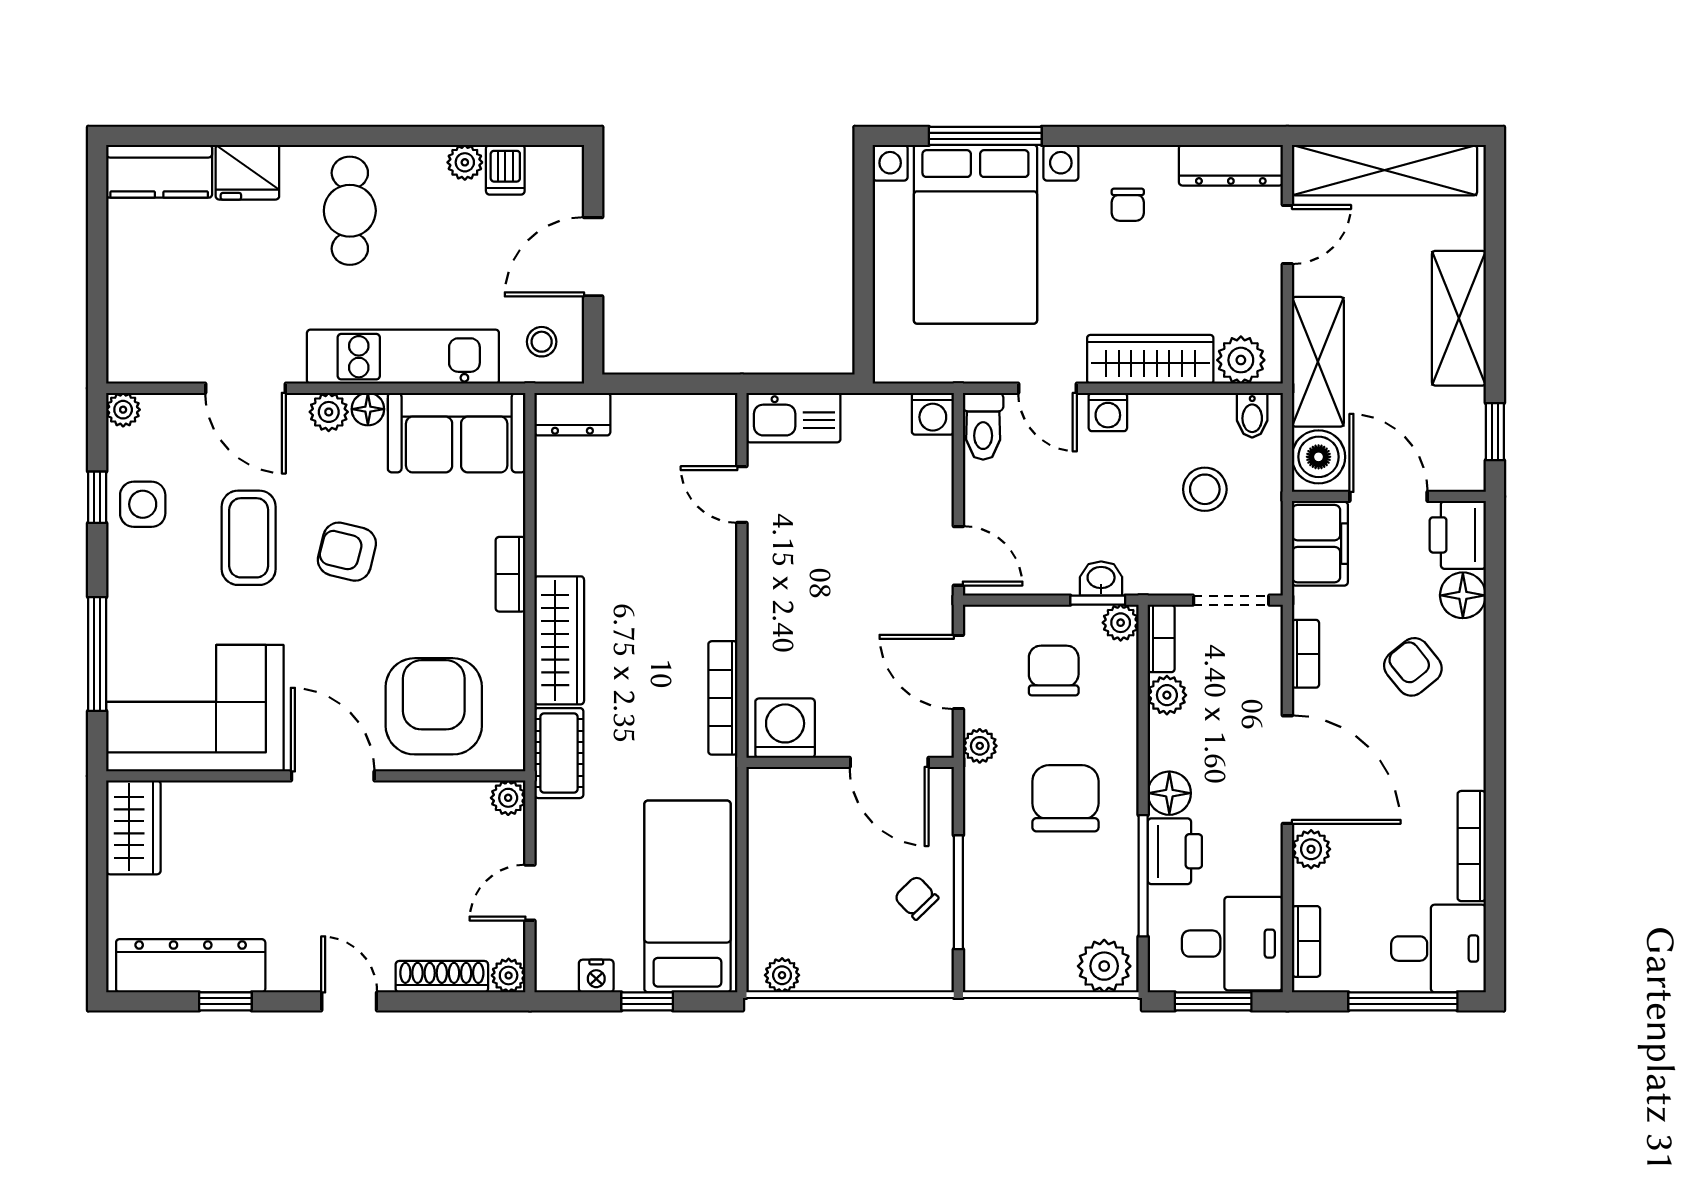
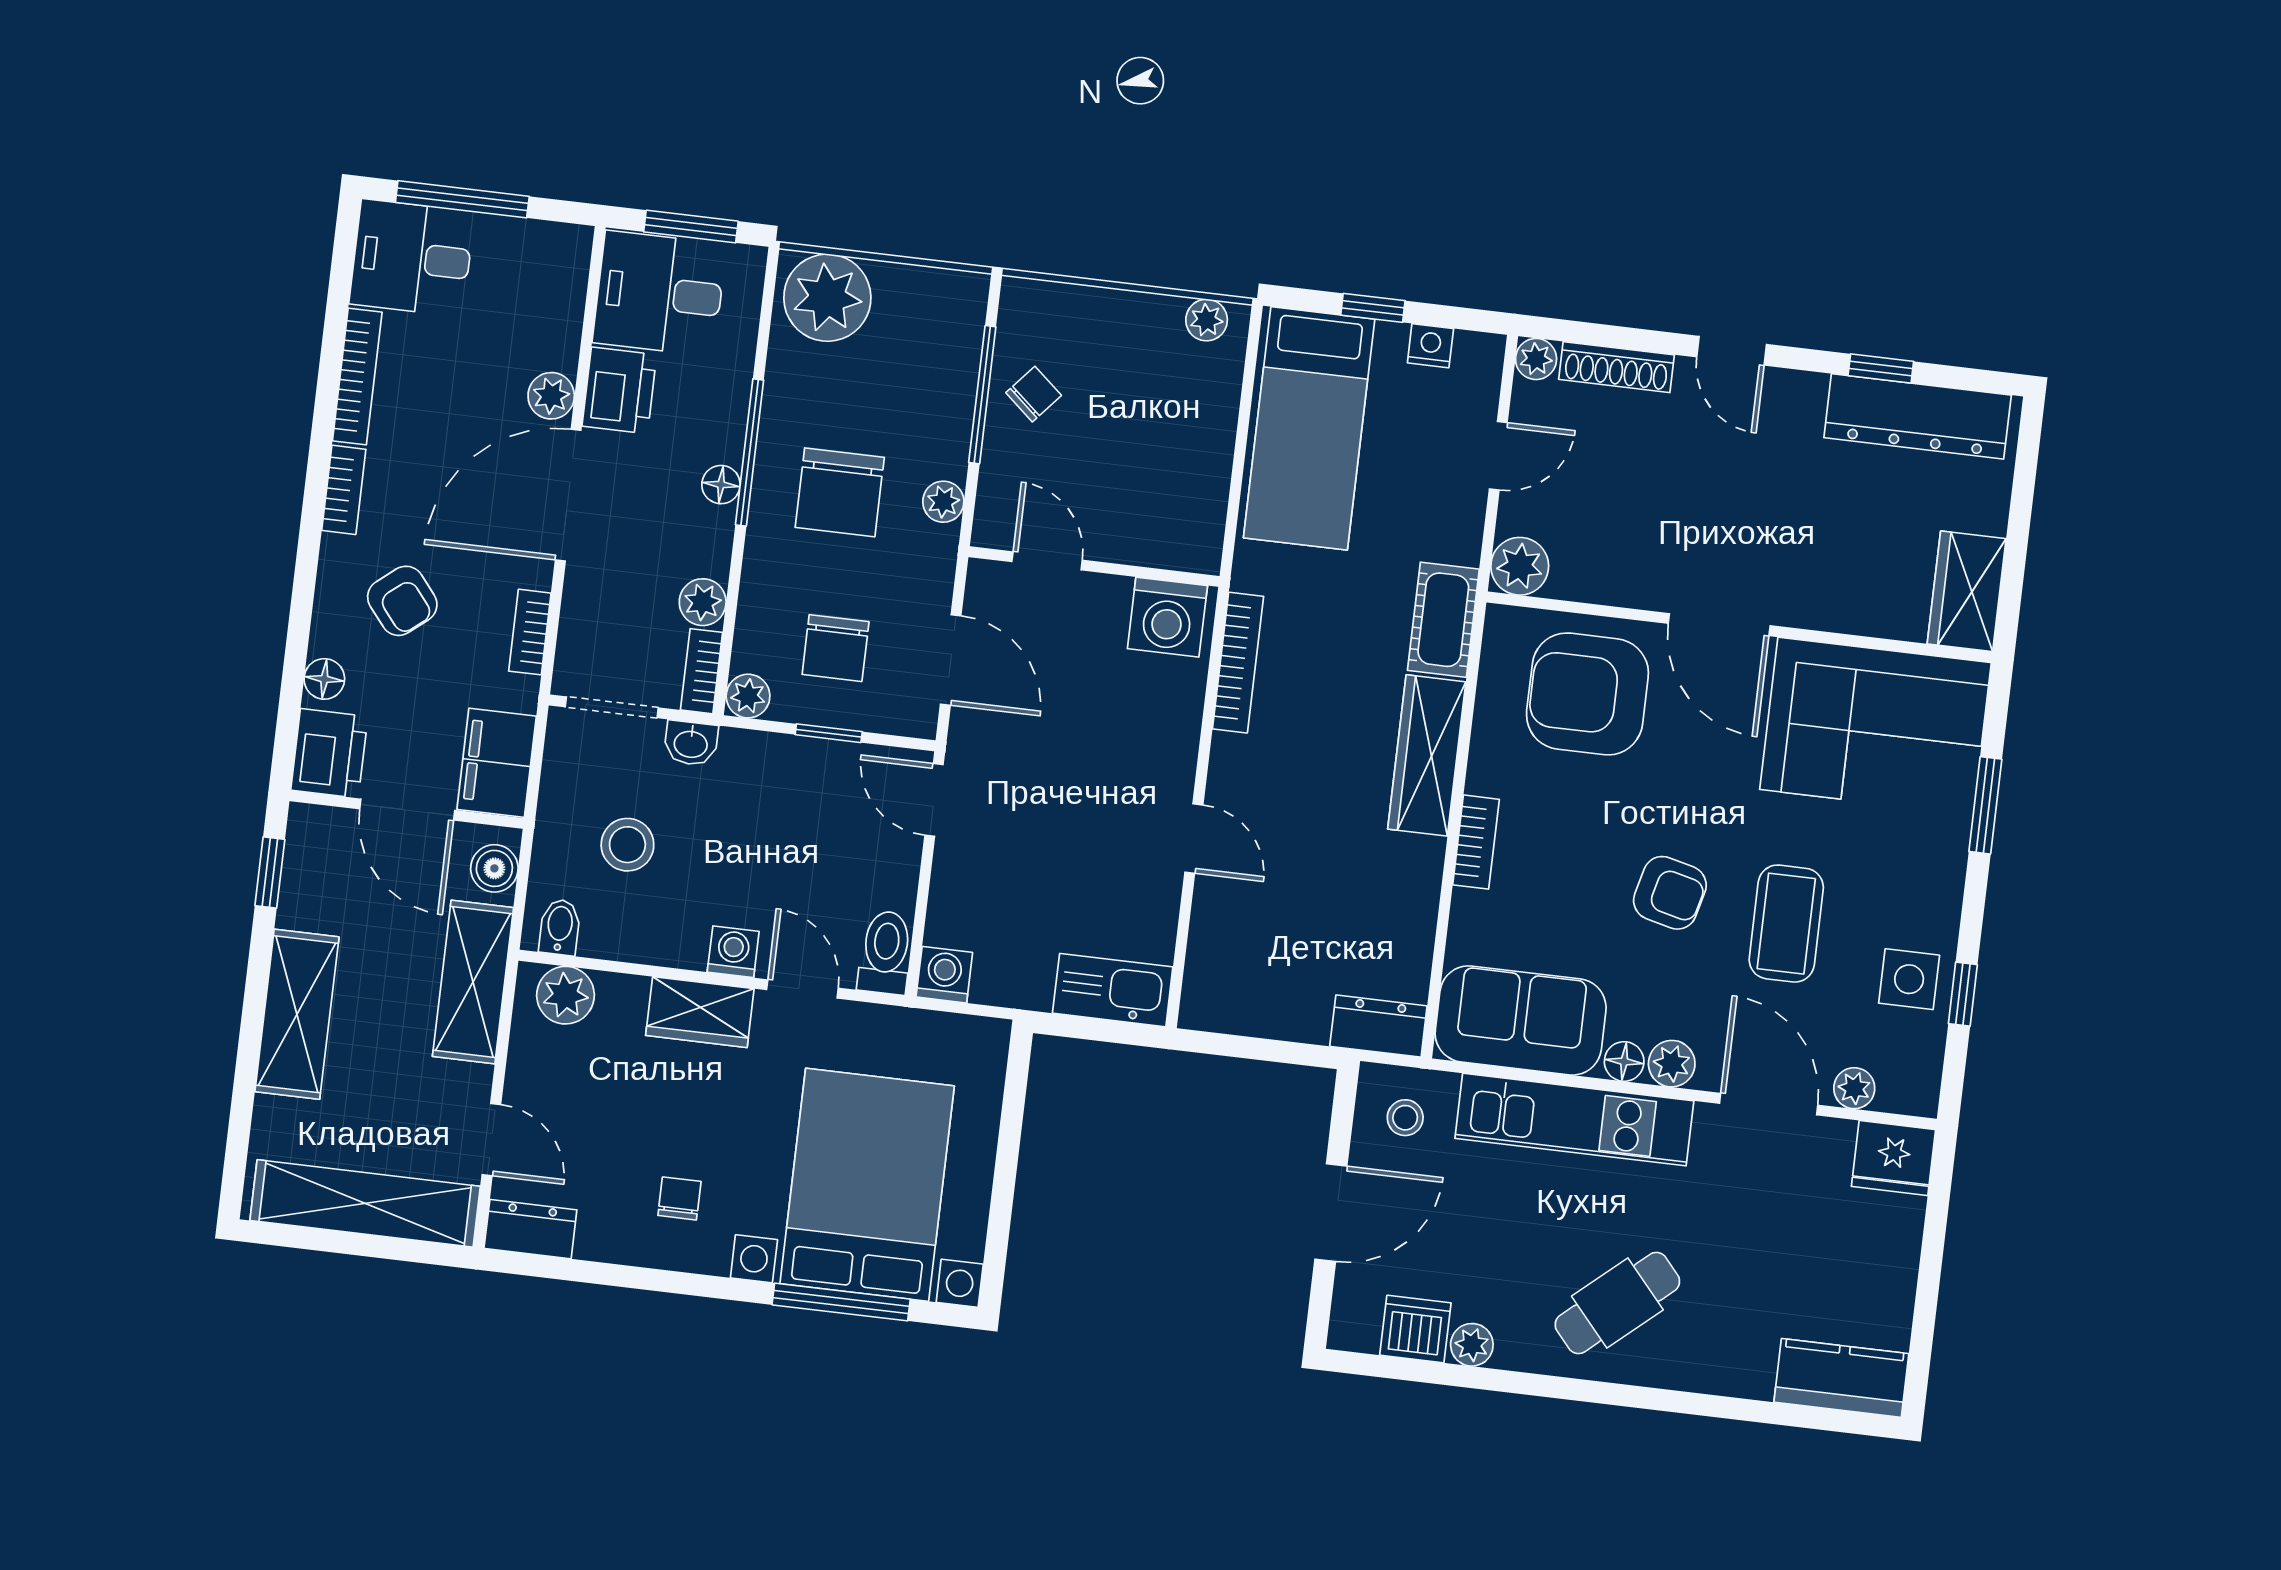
dresser: (1231, 165) -> (530, 1229), width x0.70
dishwasher: (505, 170) -> (1415, 1329), width x1.38
fridge: (247, 172) -> (1894, 1158), moved, turned 180
cafe table: (350, 211) -> (1617, 1303), turned 49
door: (1287, 235) -> (491, 1140), swing flipped
wardrobe: (1150, 359) -> (700, 1012), width x0.67
plant: (123, 410) -> (1854, 1088), moved
boiler: (1319, 457) -> (494, 868), width x0.73, depth x0.73
door: (742, 495) -> (1194, 839), moved
washbasin: (1101, 579) -> (691, 743), moved
floor lamp: (1463, 595) -> (324, 679), width x0.73, depth x0.73
window: (1098, 600) -> (829, 733), moved
window: (97, 654) -> (1985, 805), width x0.69
armchair: (434, 706) -> (1587, 694), turned 90
plant: (980, 746) -> (943, 502), moved
door: (889, 762) -> (1047, 561), width x0.73
door: (1287, 770) -> (568, 495), hinge flipped
floor lamp: (1169, 793) -> (721, 485), width x0.73, depth x0.73
plant: (508, 798) -> (1520, 566), width x1.38, depth x1.38
printer: (1175, 851) -> (619, 390), moved, turned 180
window: (1143, 876) -> (750, 452), moved
chair: (916, 898) -> (1034, 394), turned -95
bookcase: (1306, 941) -> (344, 490), moved, turned 180
plant: (1104, 966) -> (827, 298), width x1.36, depth x1.36

